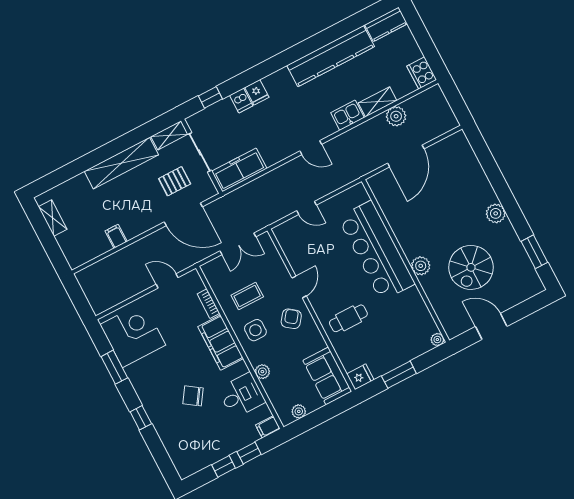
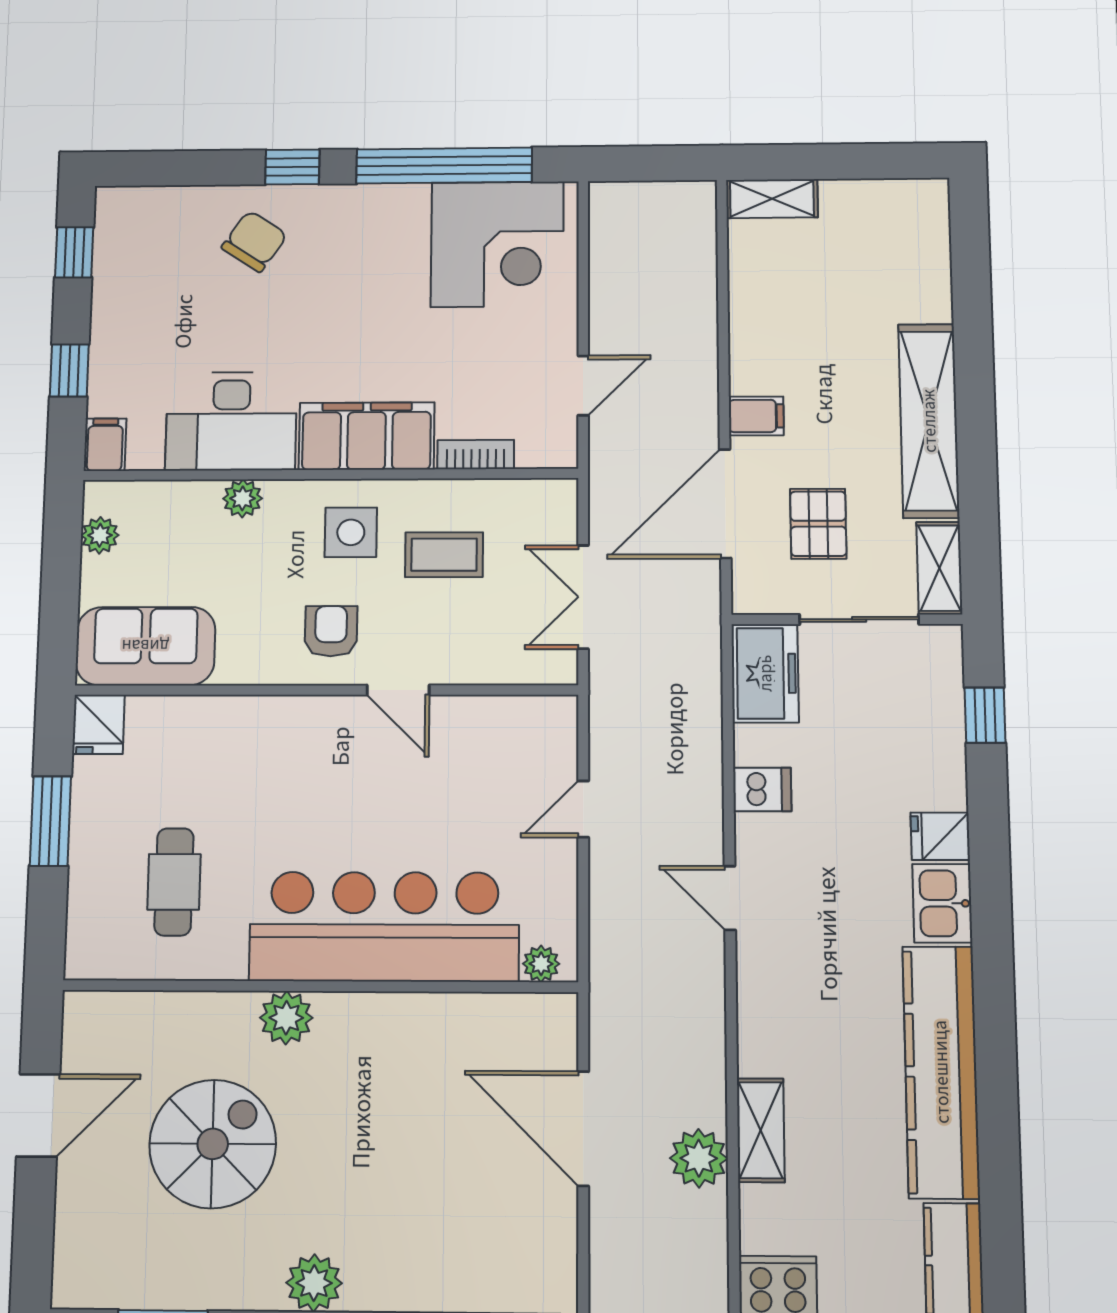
dishwasher: (241, 101) -> (762, 790), moved, turned 180
kitchen sink: (347, 115) -> (942, 903), moved, turned 180
door: (311, 148) -> (730, 898), hinge flipped
freezer: (239, 170) -> (765, 673), width x0.71
shelving: (53, 218) -> (772, 199), moved
filing cabinet: (116, 236) -> (756, 416), moved
spiral stairs: (471, 267) -> (213, 1144), turned 90
coffee table: (247, 296) -> (444, 555), turned 90
cafe table: (348, 318) -> (174, 882), moved
armchair: (291, 319) -> (331, 631), turned -127
plant: (437, 340) -> (541, 964), moved
window: (114, 367) -> (444, 166), width x2.11
desk: (242, 395) -> (231, 421), width x1.37
chair: (193, 396) -> (254, 241), moved
window: (224, 466) -> (74, 252), moved

